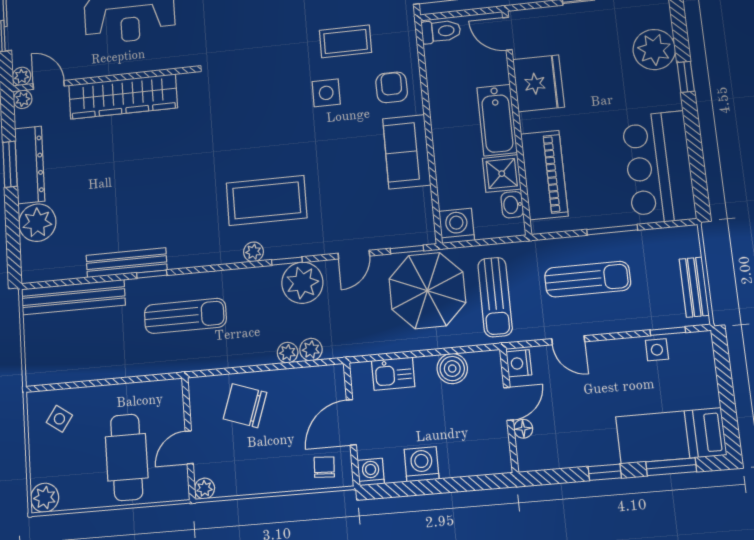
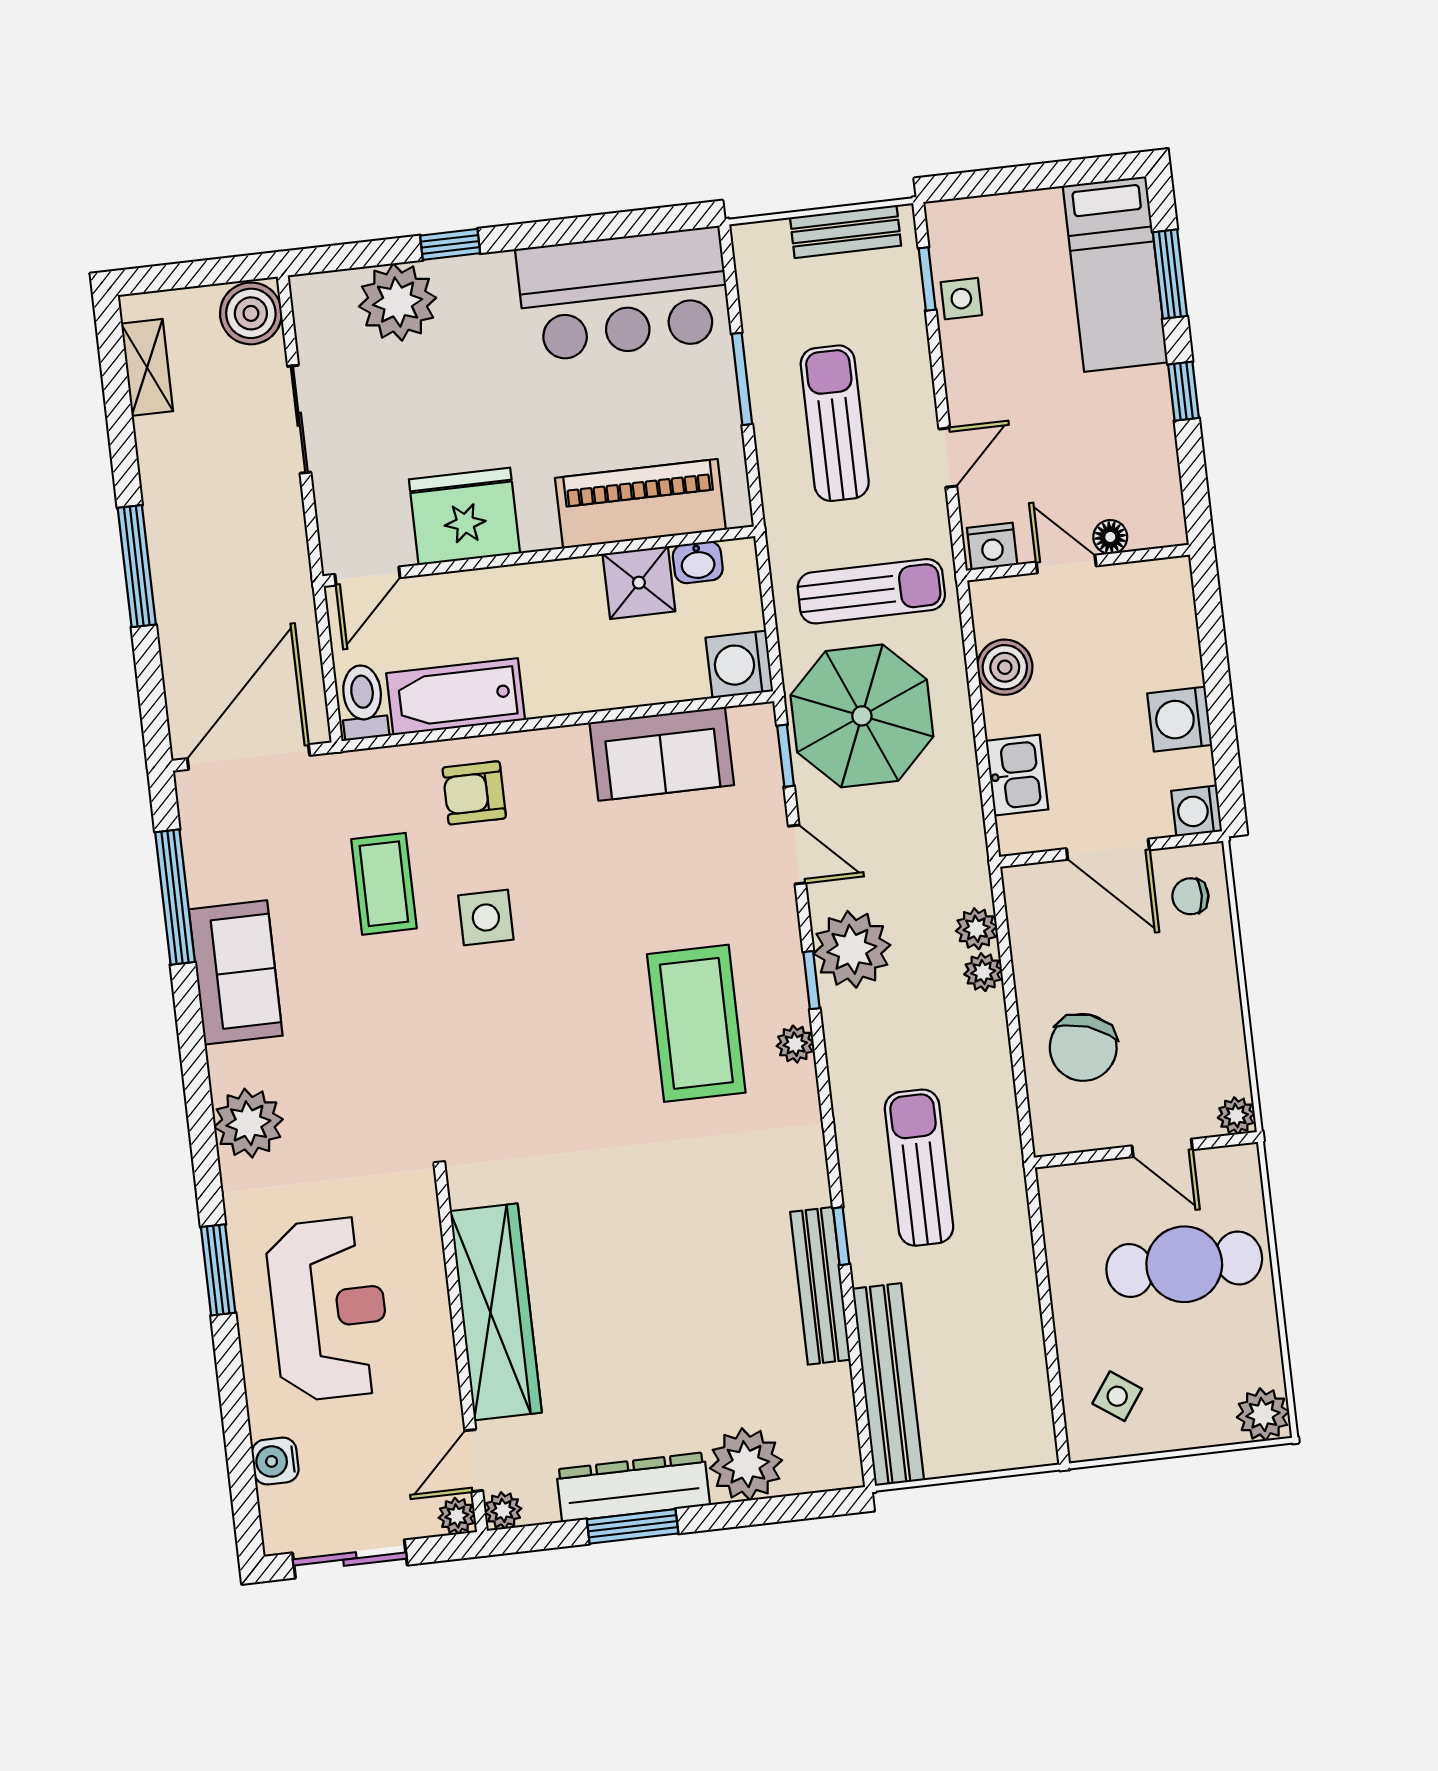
bathtub: (497, 120) -> (456, 697), moved, turned 180
sofa: (407, 152) -> (662, 754), moved

